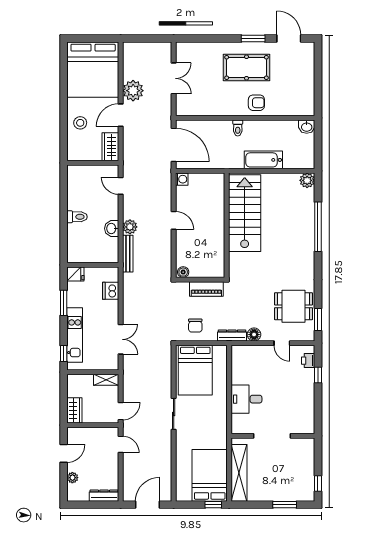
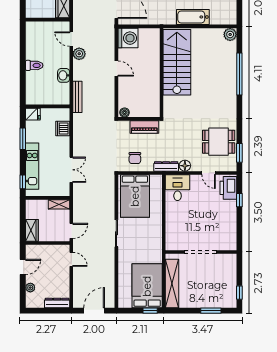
washing machine: (182, 179) -> (128, 38), width x1.89, depth x1.89
plant: (130, 227) -> (79, 54), moved
printer: (308, 361) -> (228, 188), width x1.87, depth x1.48
desk: (246, 399) -> (178, 188), moved, turned 90

